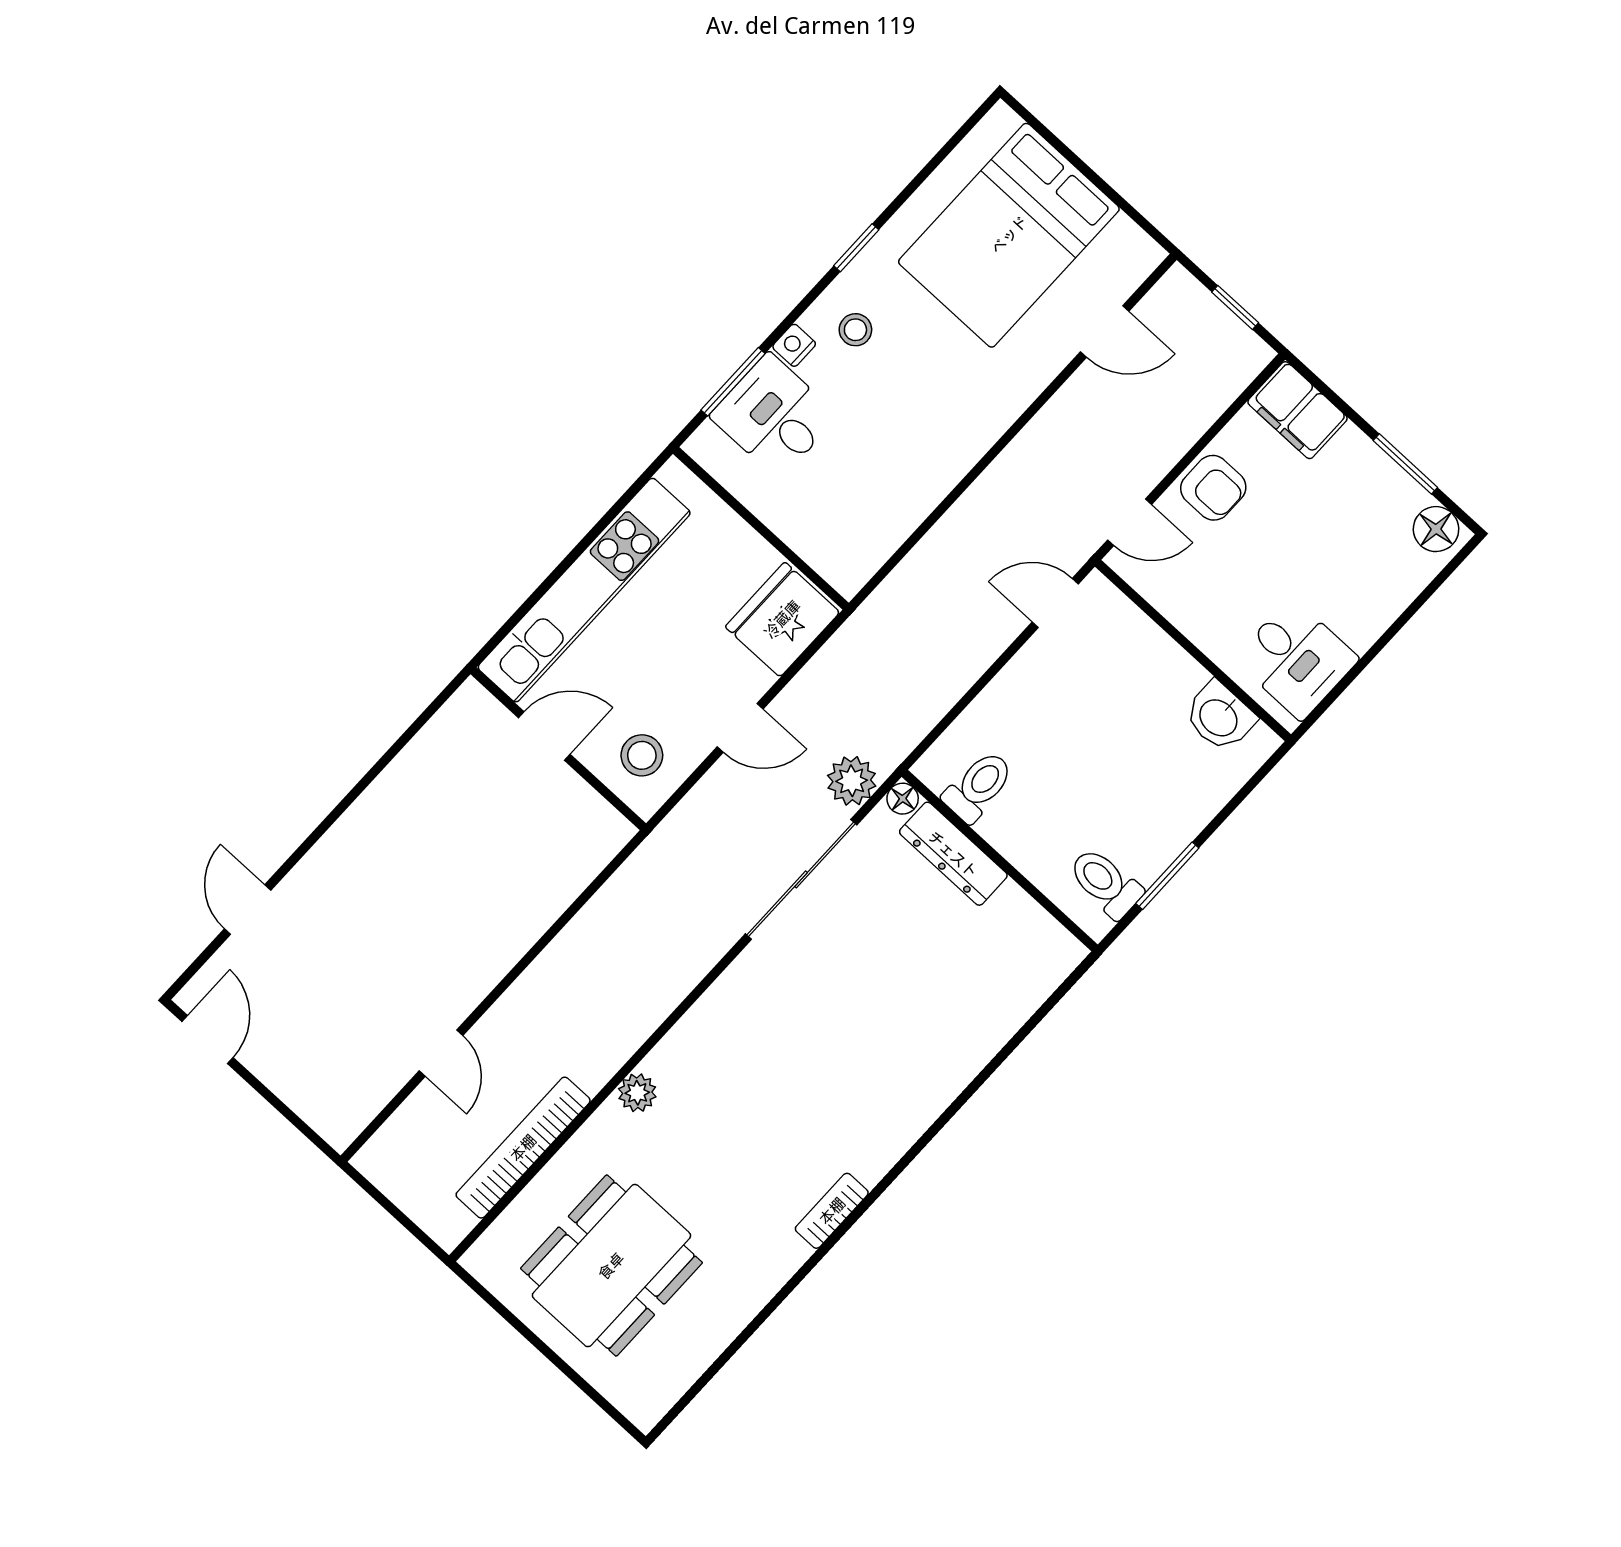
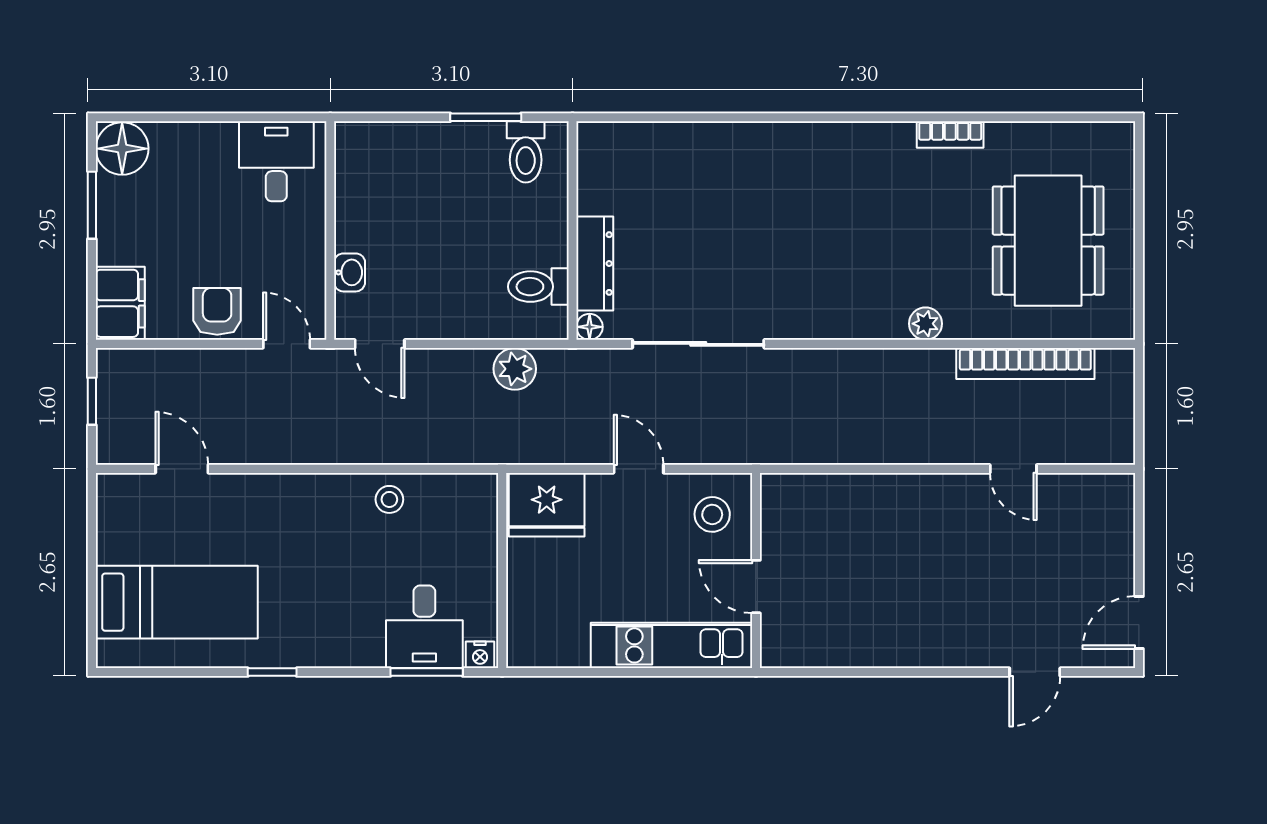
bed: (1009, 235) -> (177, 602), width x0.67
stool: (855, 330) -> (389, 499), moved
nightstand: (794, 345) -> (480, 655), moved
floor lamp: (1436, 529) -> (122, 149), width x1.38, depth x1.38
kitchen unit: (584, 590) -> (671, 645), width x0.73
washbasin: (1219, 717) -> (350, 272), moved, width x0.72, depth x0.69
plant: (852, 781) -> (515, 369), moved
door: (441, 1053) -> (1013, 469), swing flipped
bookcase: (832, 1211) -> (950, 134), moved
dining table: (611, 1266) -> (1048, 241), turned 90

